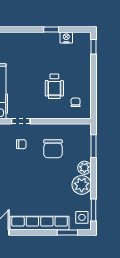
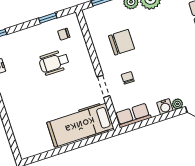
wheelchair: (54, 86) -> (54, 63), turned 180
window: (94, 93) -> (48, 18), added

